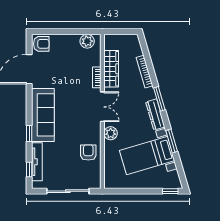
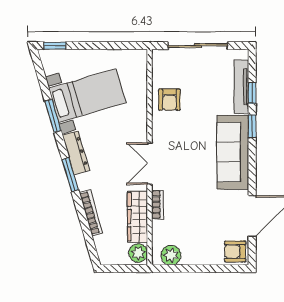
plant: (111, 133) -> (138, 253), moved
window: (29, 169) -> (252, 93), moved

